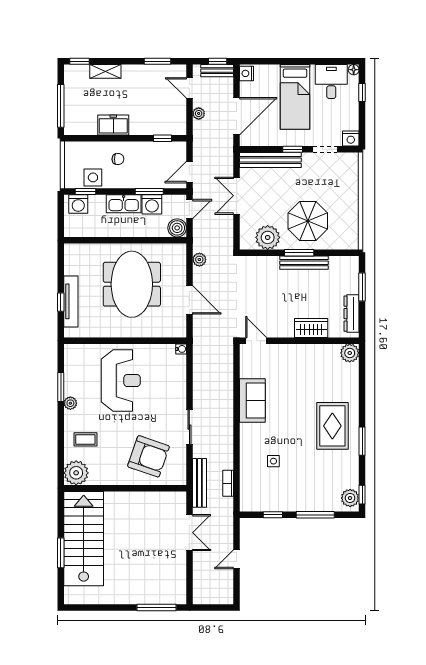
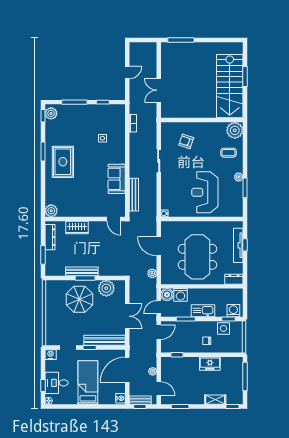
desk: (331, 82) -> (57, 383), moved, turned 90
washing machine: (152, 204) -> (181, 295), moved, turned 180
dresser: (77, 251) -> (234, 279), added
armchair: (148, 456) -> (186, 141), width x0.53, depth x0.53
bench: (199, 483) -> (134, 195), moved

